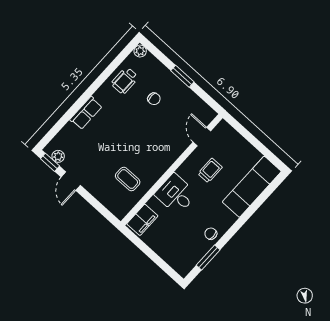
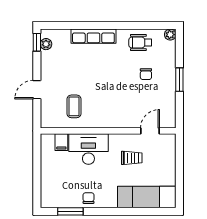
row of seats: (86, 113) -> (93, 36), width x1.48
door: (71, 181) -> (37, 90), moved
desk: (176, 194) -> (88, 149), width x1.37
filing cabinet: (142, 220) -> (61, 142), width x0.50

